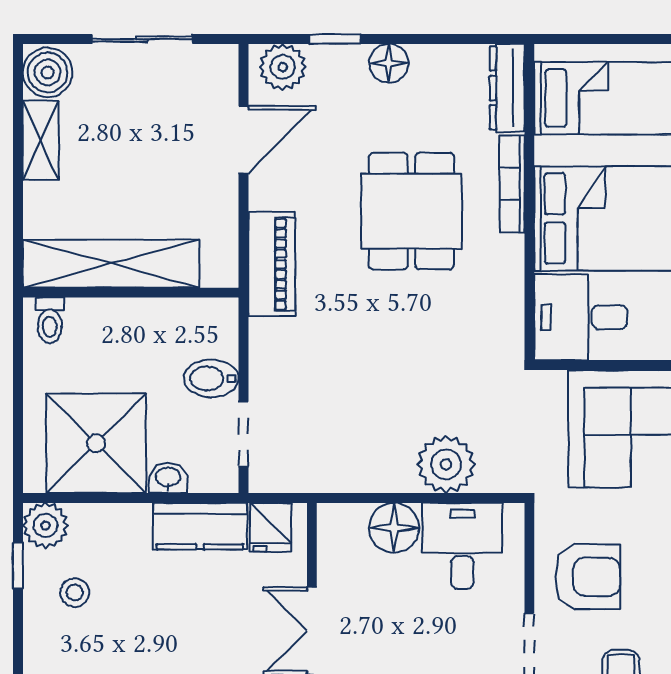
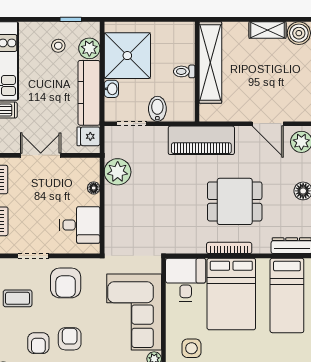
bookcase: (512, 184) -> (229, 248), moved
piano: (272, 264) -> (201, 140), width x1.37, depth x1.33
toilet: (50, 320) -> (184, 71), moved
plant: (446, 464) -> (118, 172), moved
plant: (45, 525) -> (89, 48), moved
kitchen counter: (200, 526) -> (89, 93), width x1.50
floor lamp: (394, 528) -> (94, 188), width x0.53, depth x0.53

